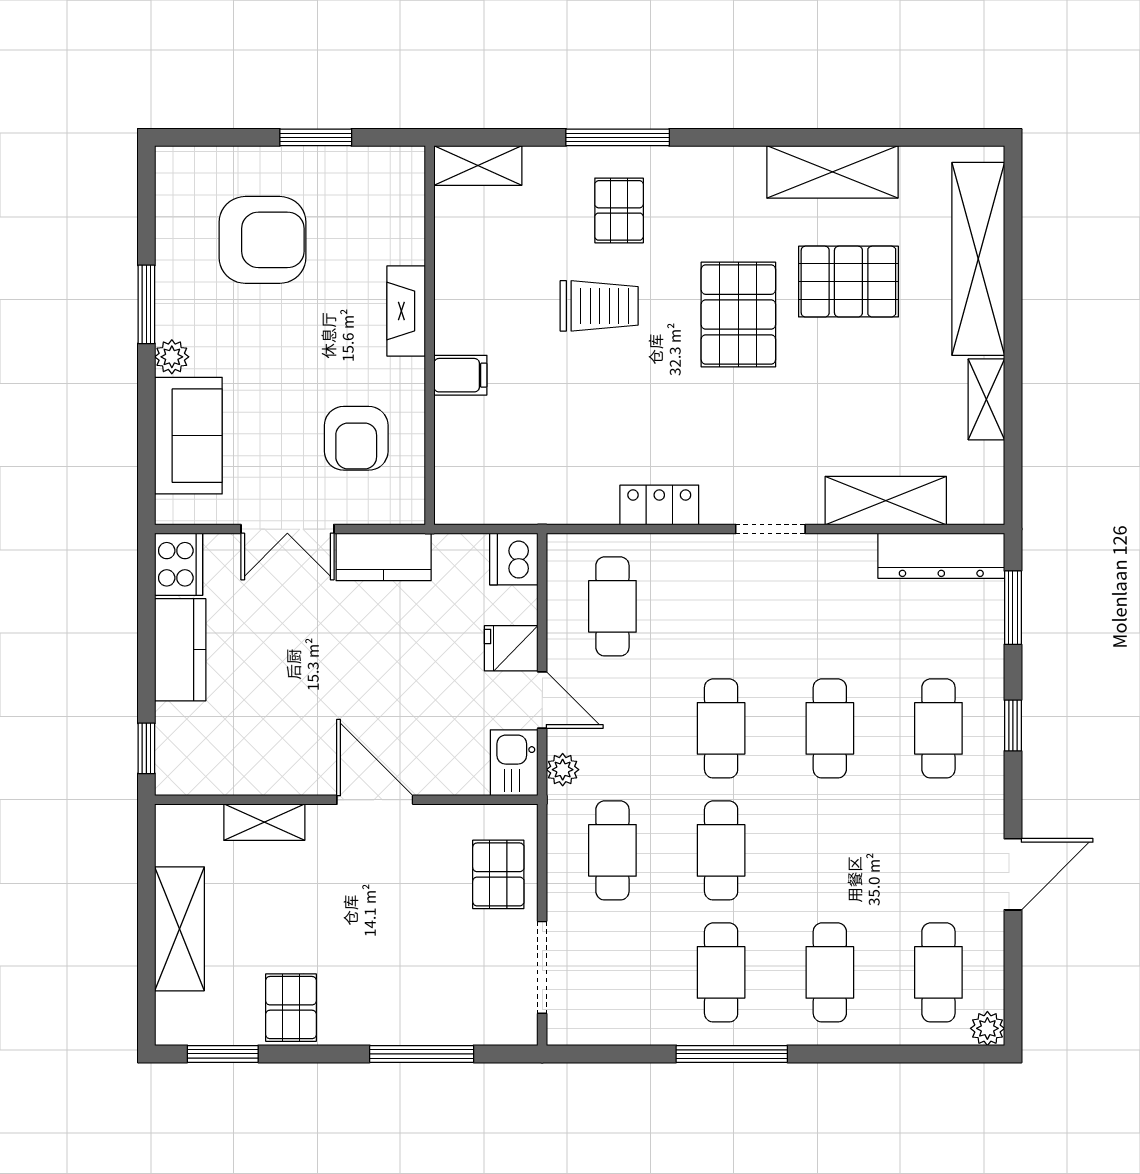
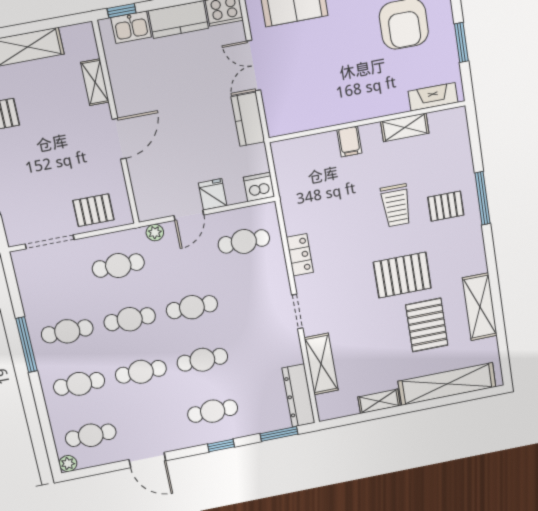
shelving: (478, 166) -> (405, 127), moved, turned 90
fireplace: (406, 311) -> (433, 97), moved
armchair: (356, 438) -> (308, 93), removed
kitchen sink: (514, 763) -> (131, 27), moved, turned 180
cafe table: (830, 850) -> (141, 372), added

